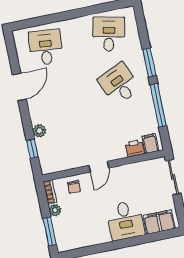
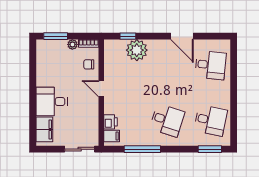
window: (149, 62) -> (210, 149), moved
desk: (119, 84) -> (167, 120), turned 42
plant: (39, 131) -> (137, 50), width x1.88, depth x1.88

